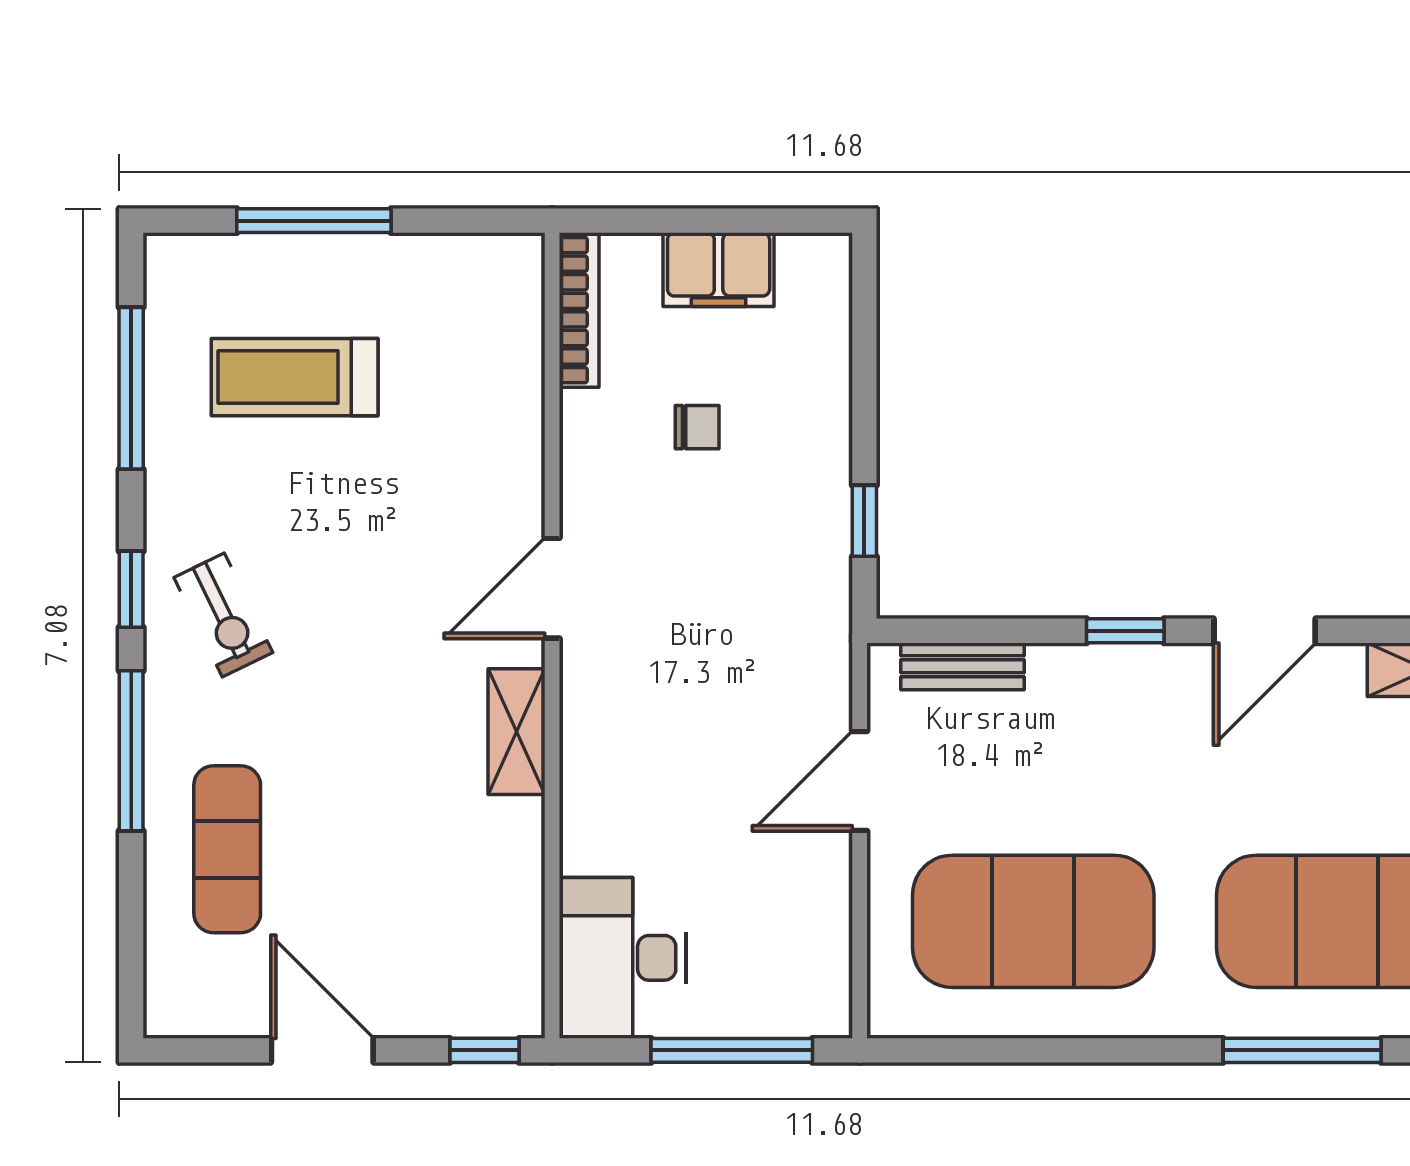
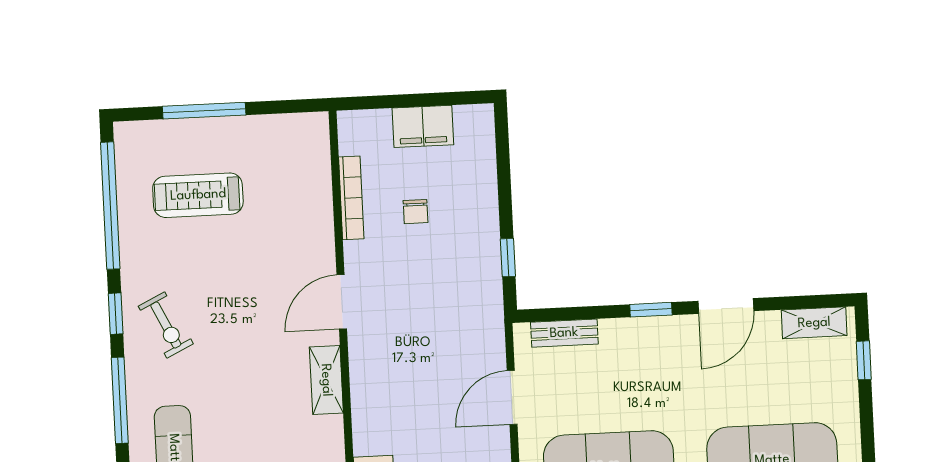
bookcase: (579, 310) -> (351, 198), moved
window: (131, 388) -> (110, 206), width x1.46
chair: (697, 427) -> (416, 212), turned 90

